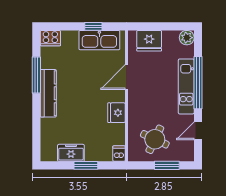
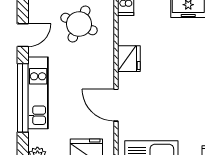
door: (126, 77) -> (116, 105), swing flipped

